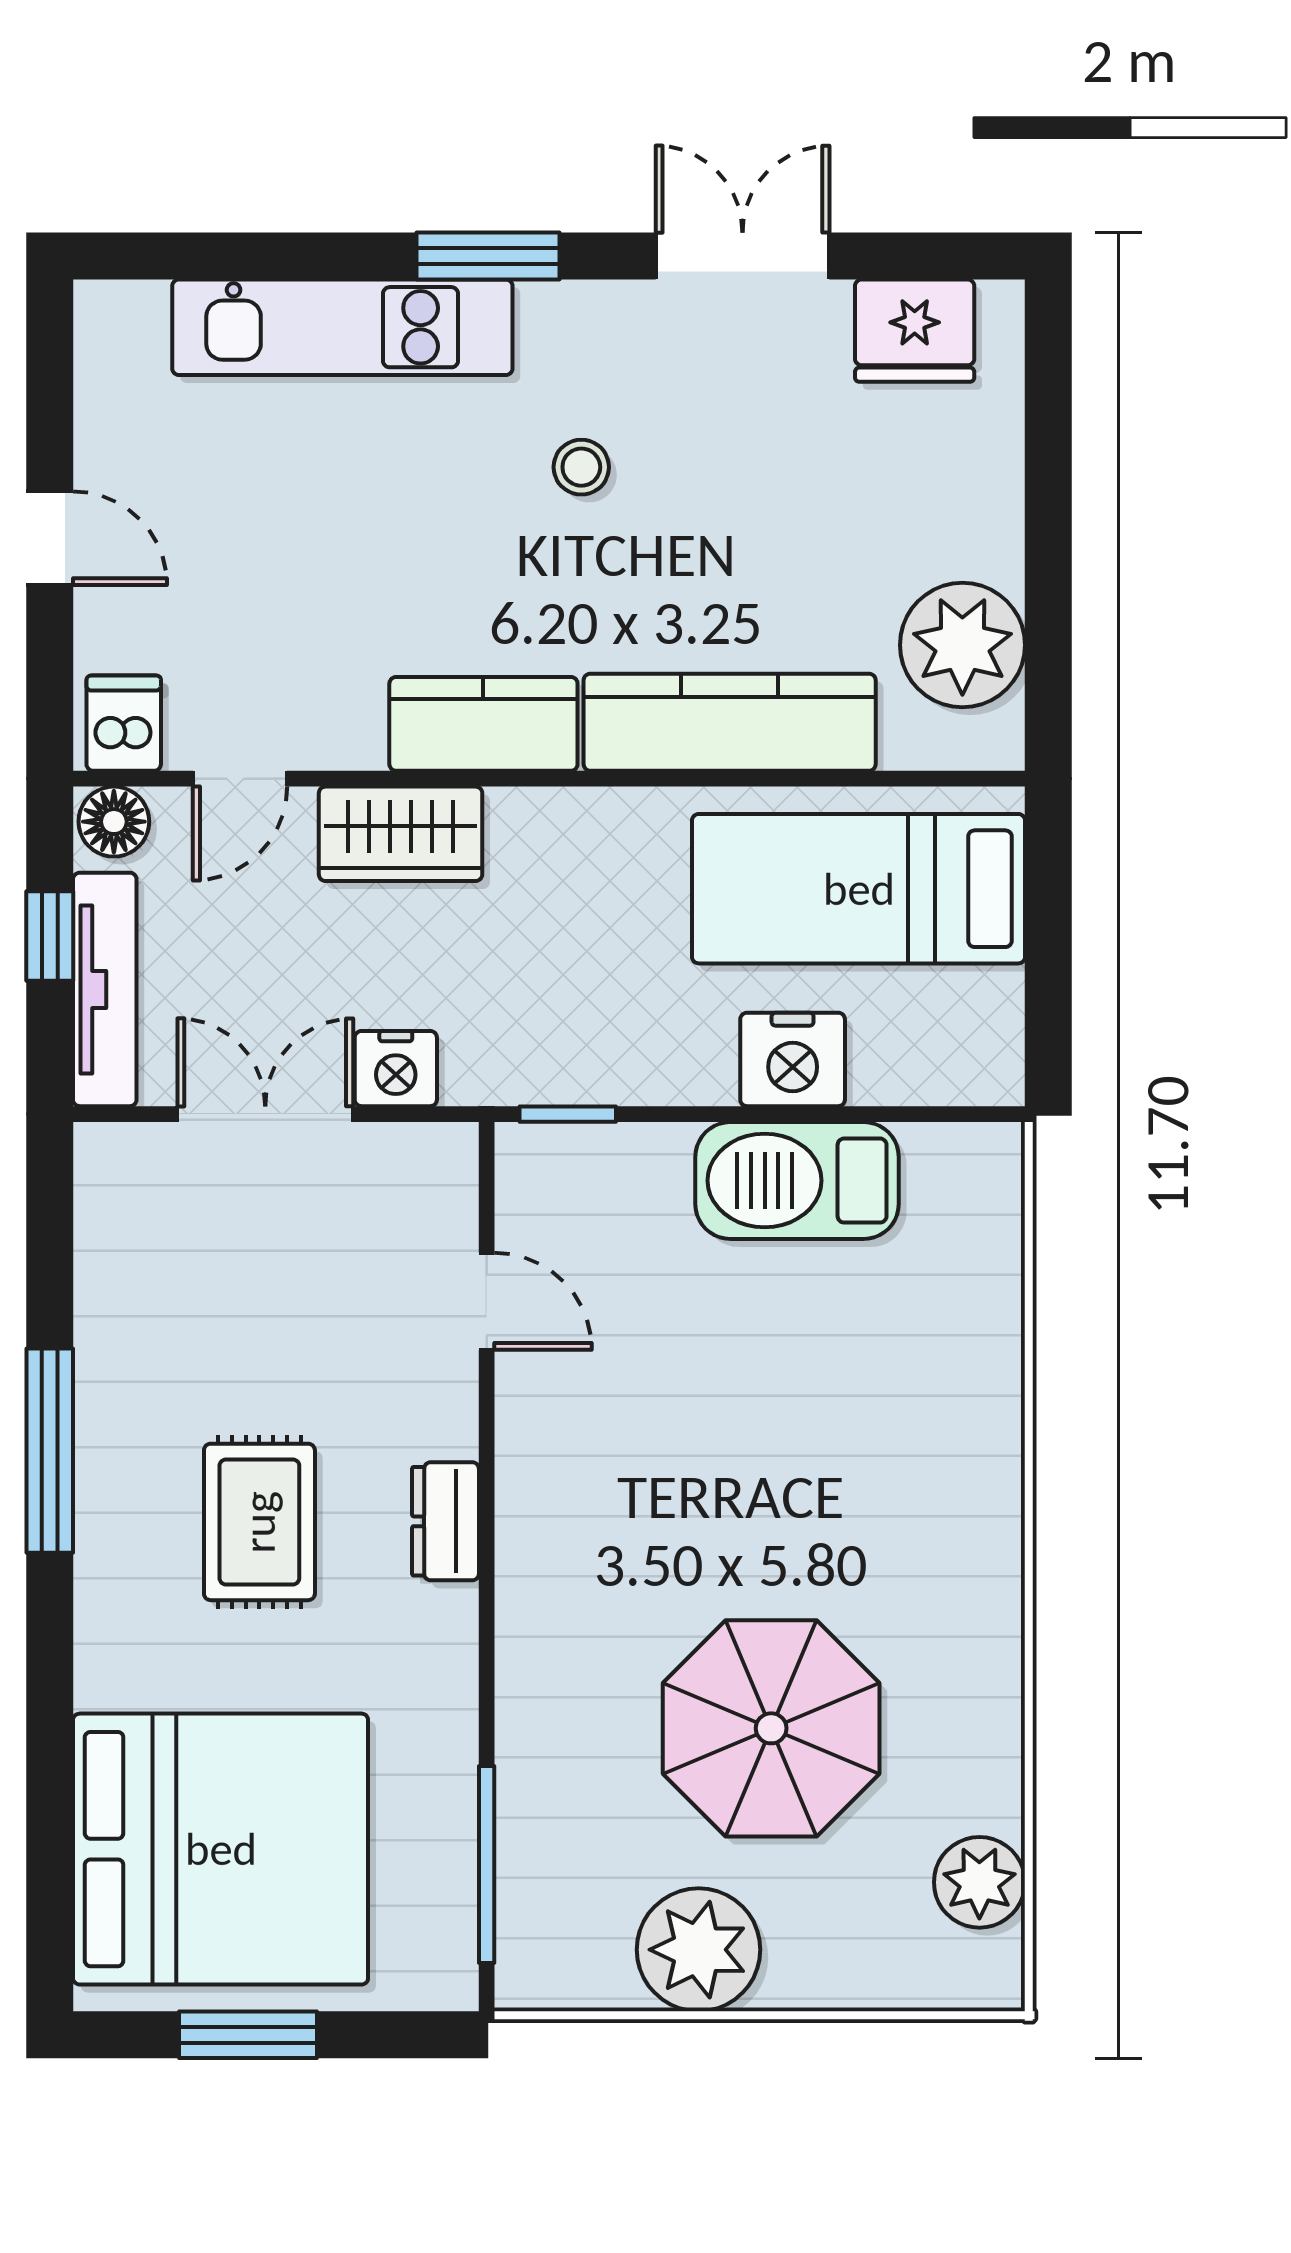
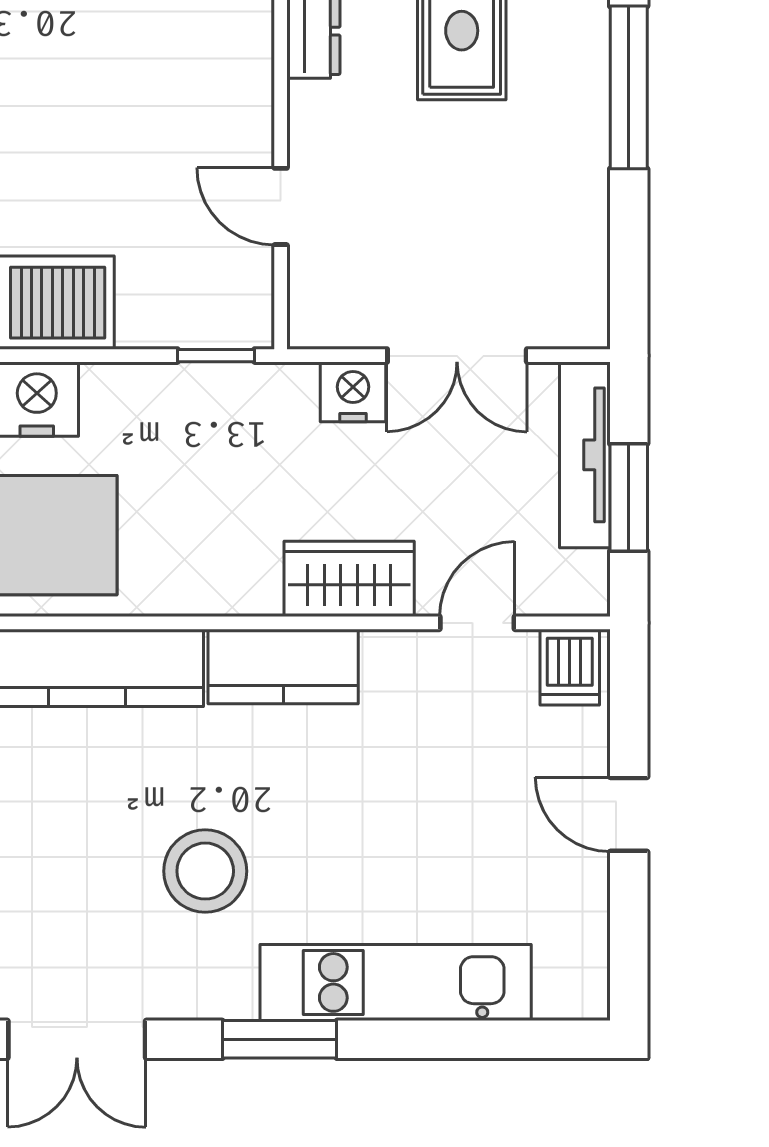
stool: (581, 467) -> (205, 871), width x1.89, depth x1.89
floor lamp: (114, 822) -> (578, 589), removed
window: (50, 936) -> (629, 497), width x1.50

